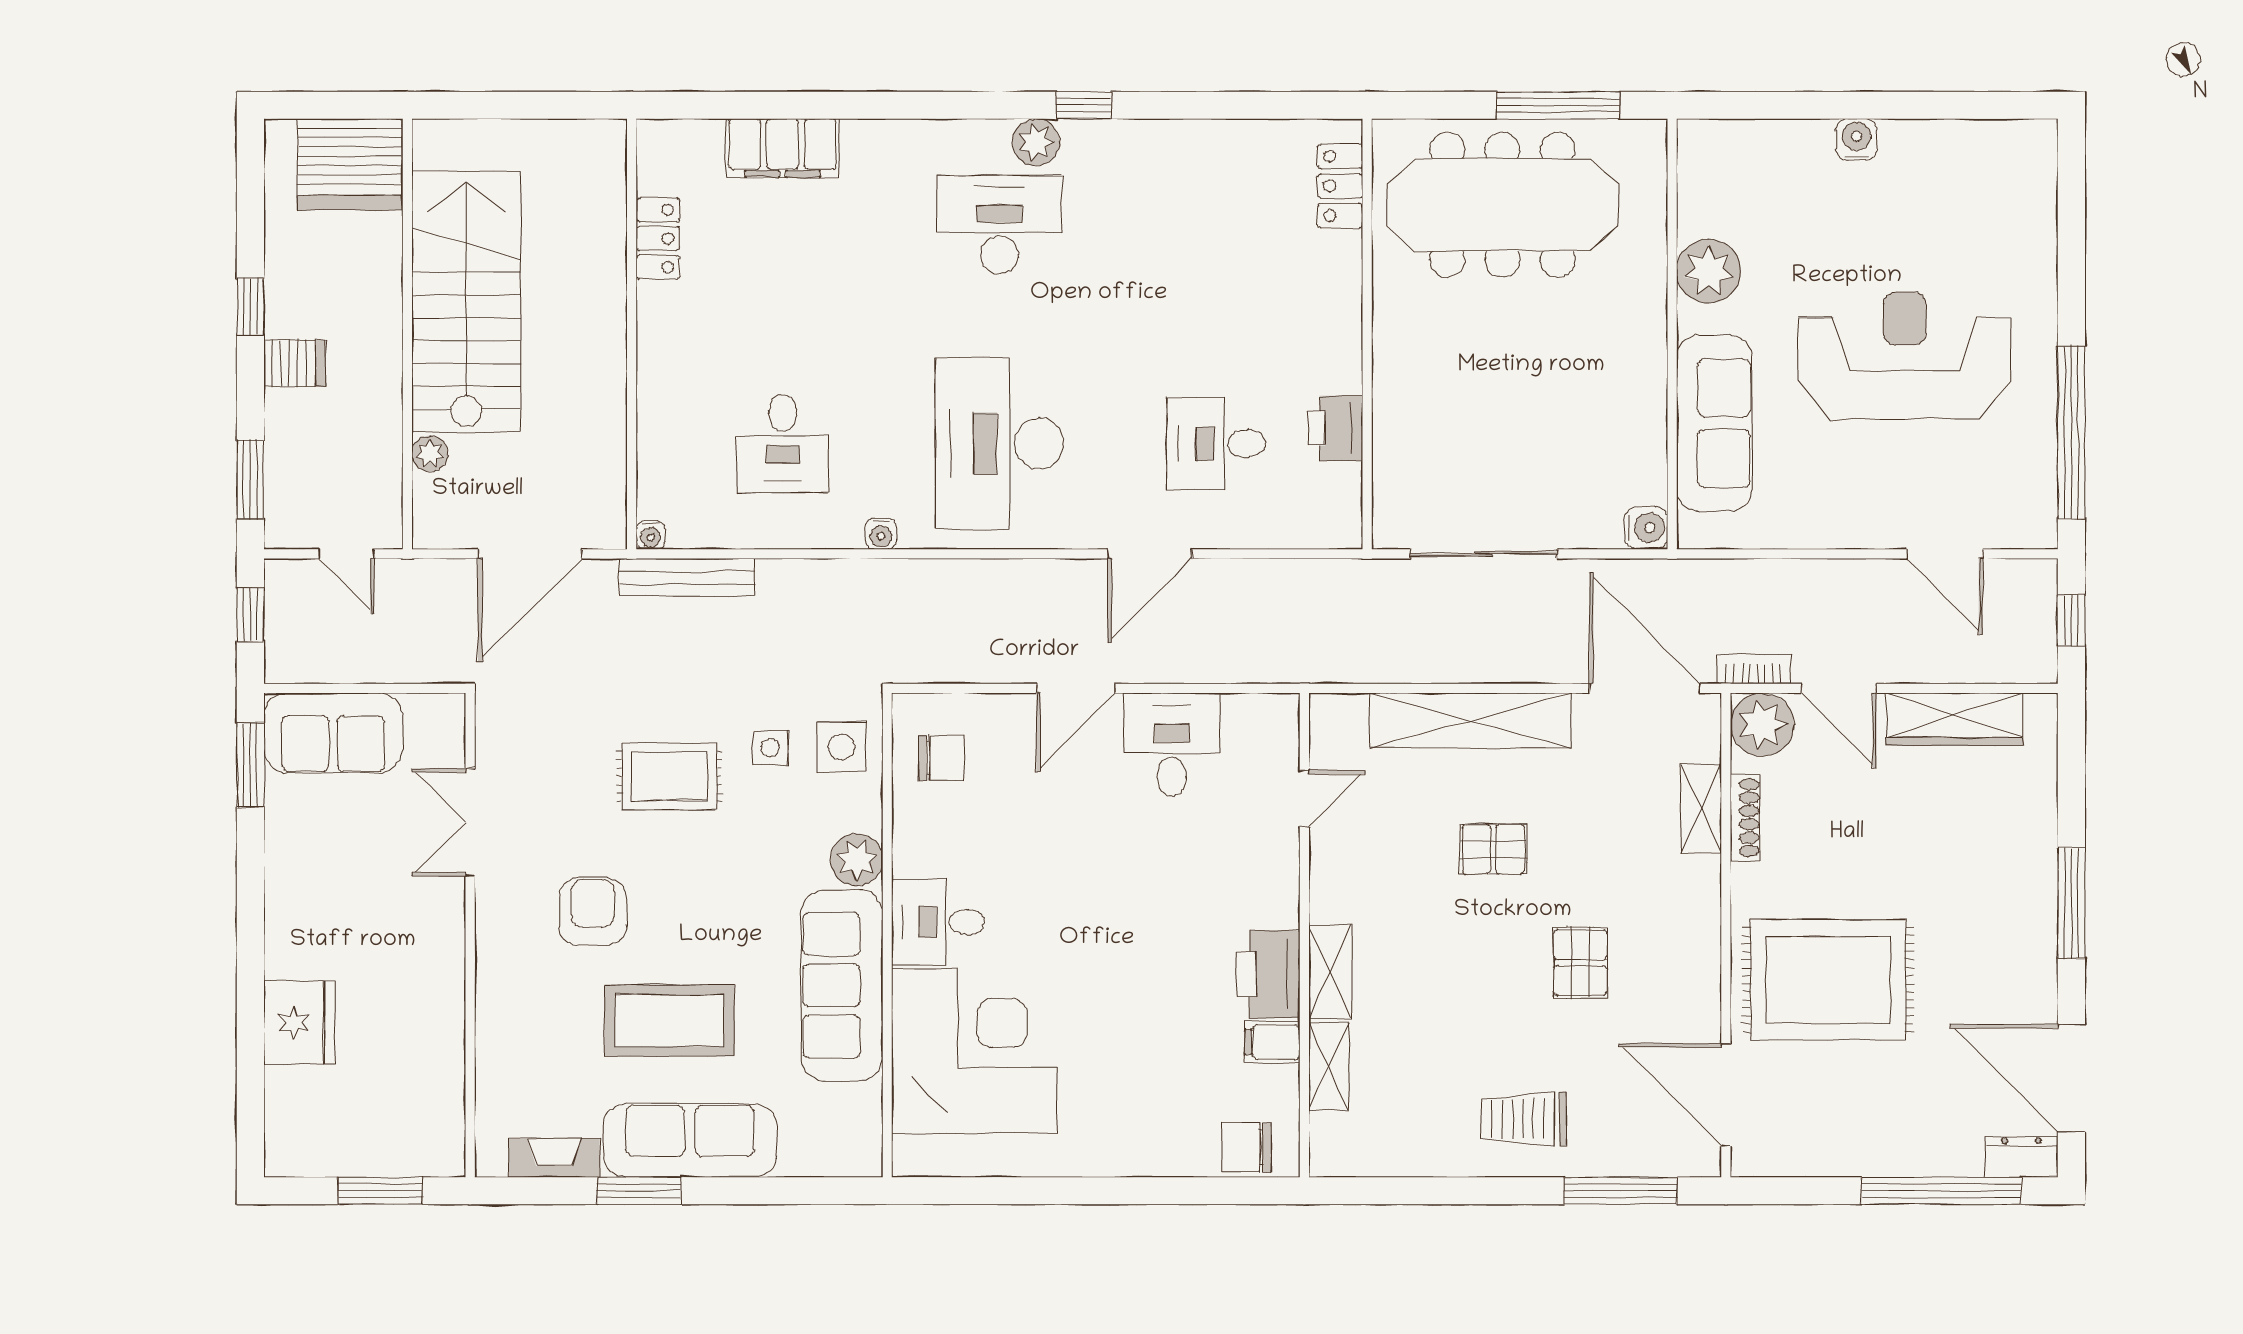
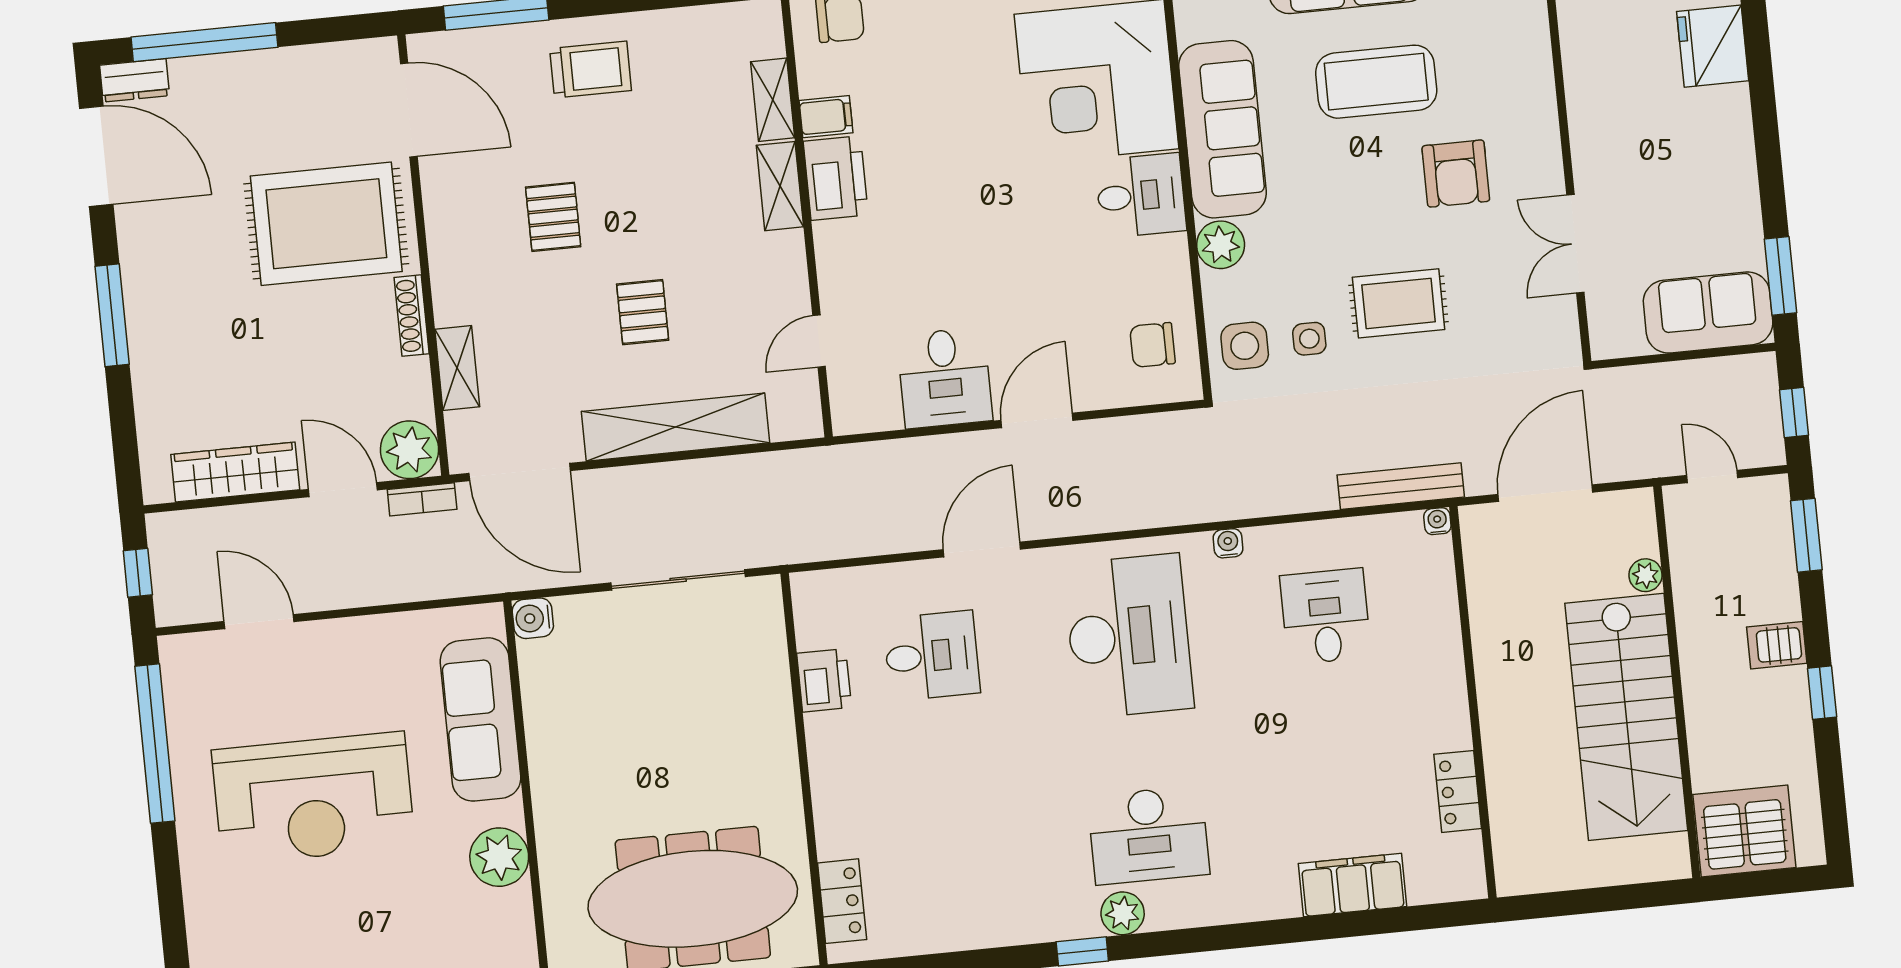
shoe rack: (1745, 818) -> (412, 316), moved
double door: (470, 822) -> (1575, 244), swing flipped
pallet: (1493, 849) -> (643, 312), turned 90

